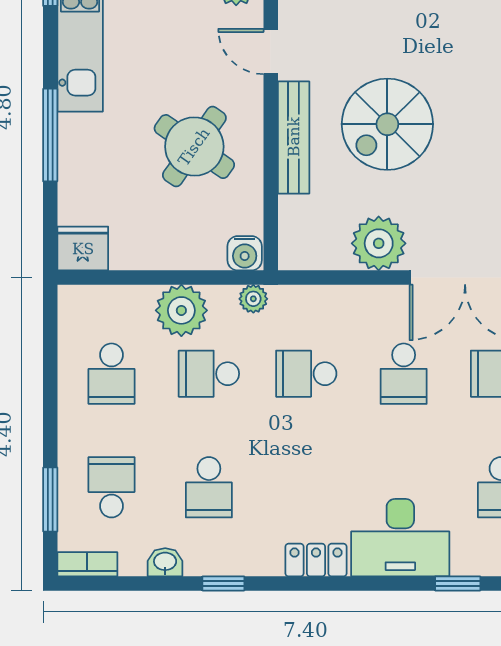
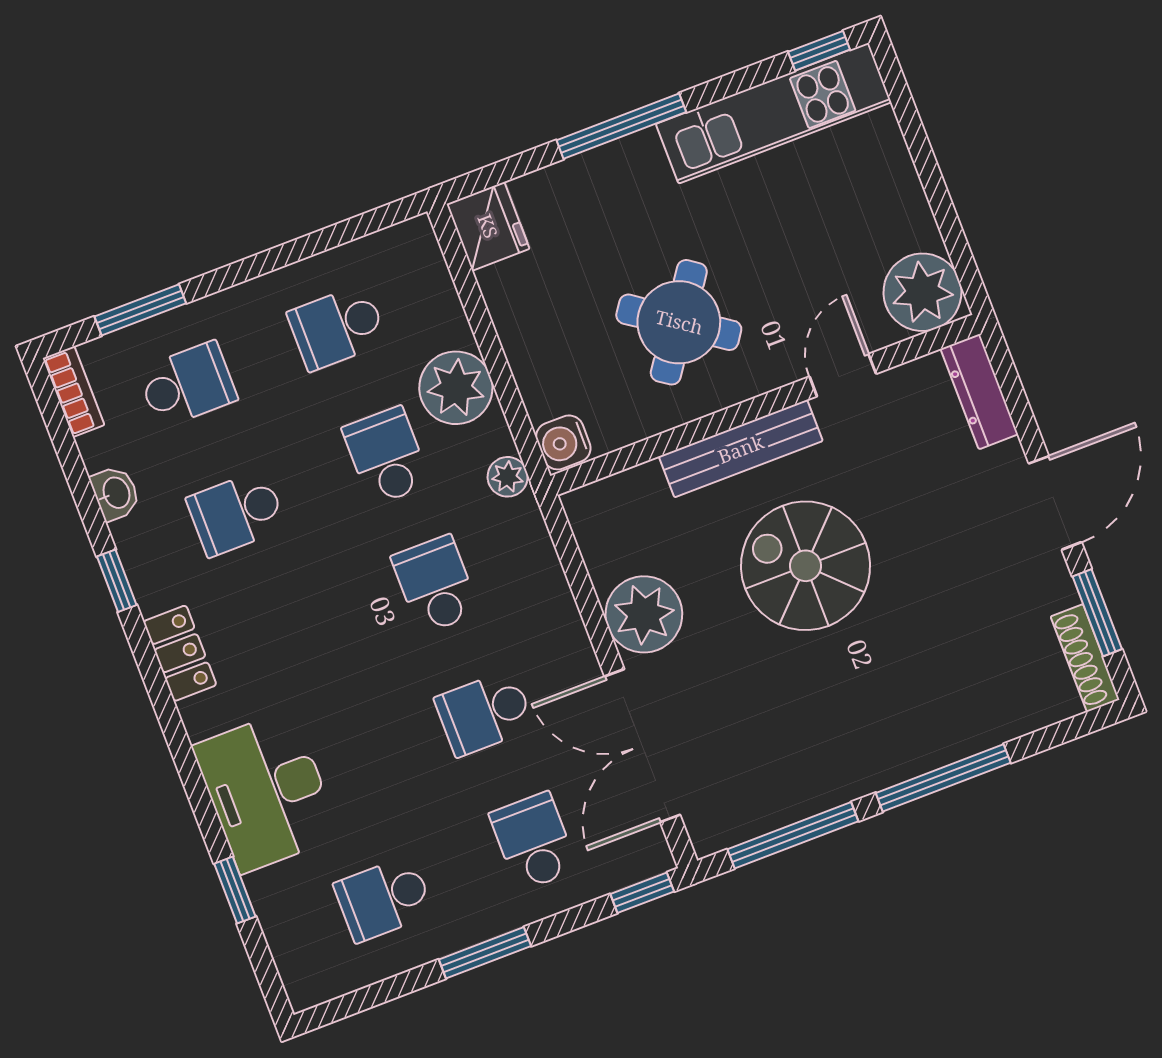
locker: (316, 560) -> (180, 653), moved

